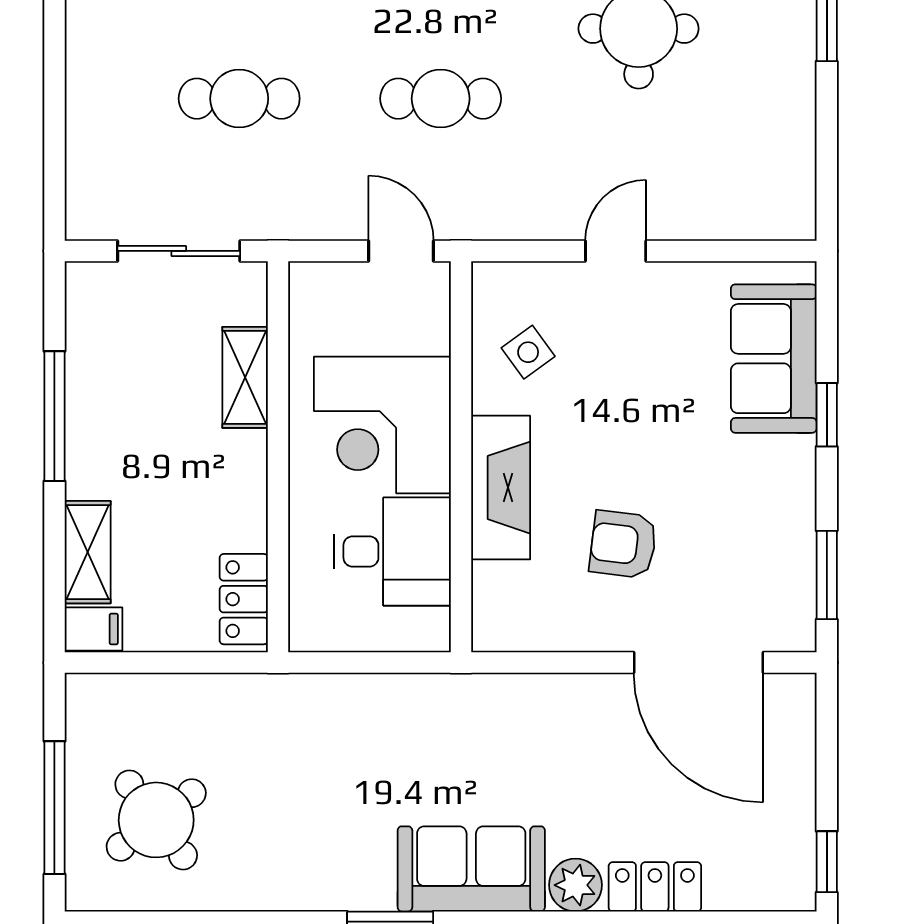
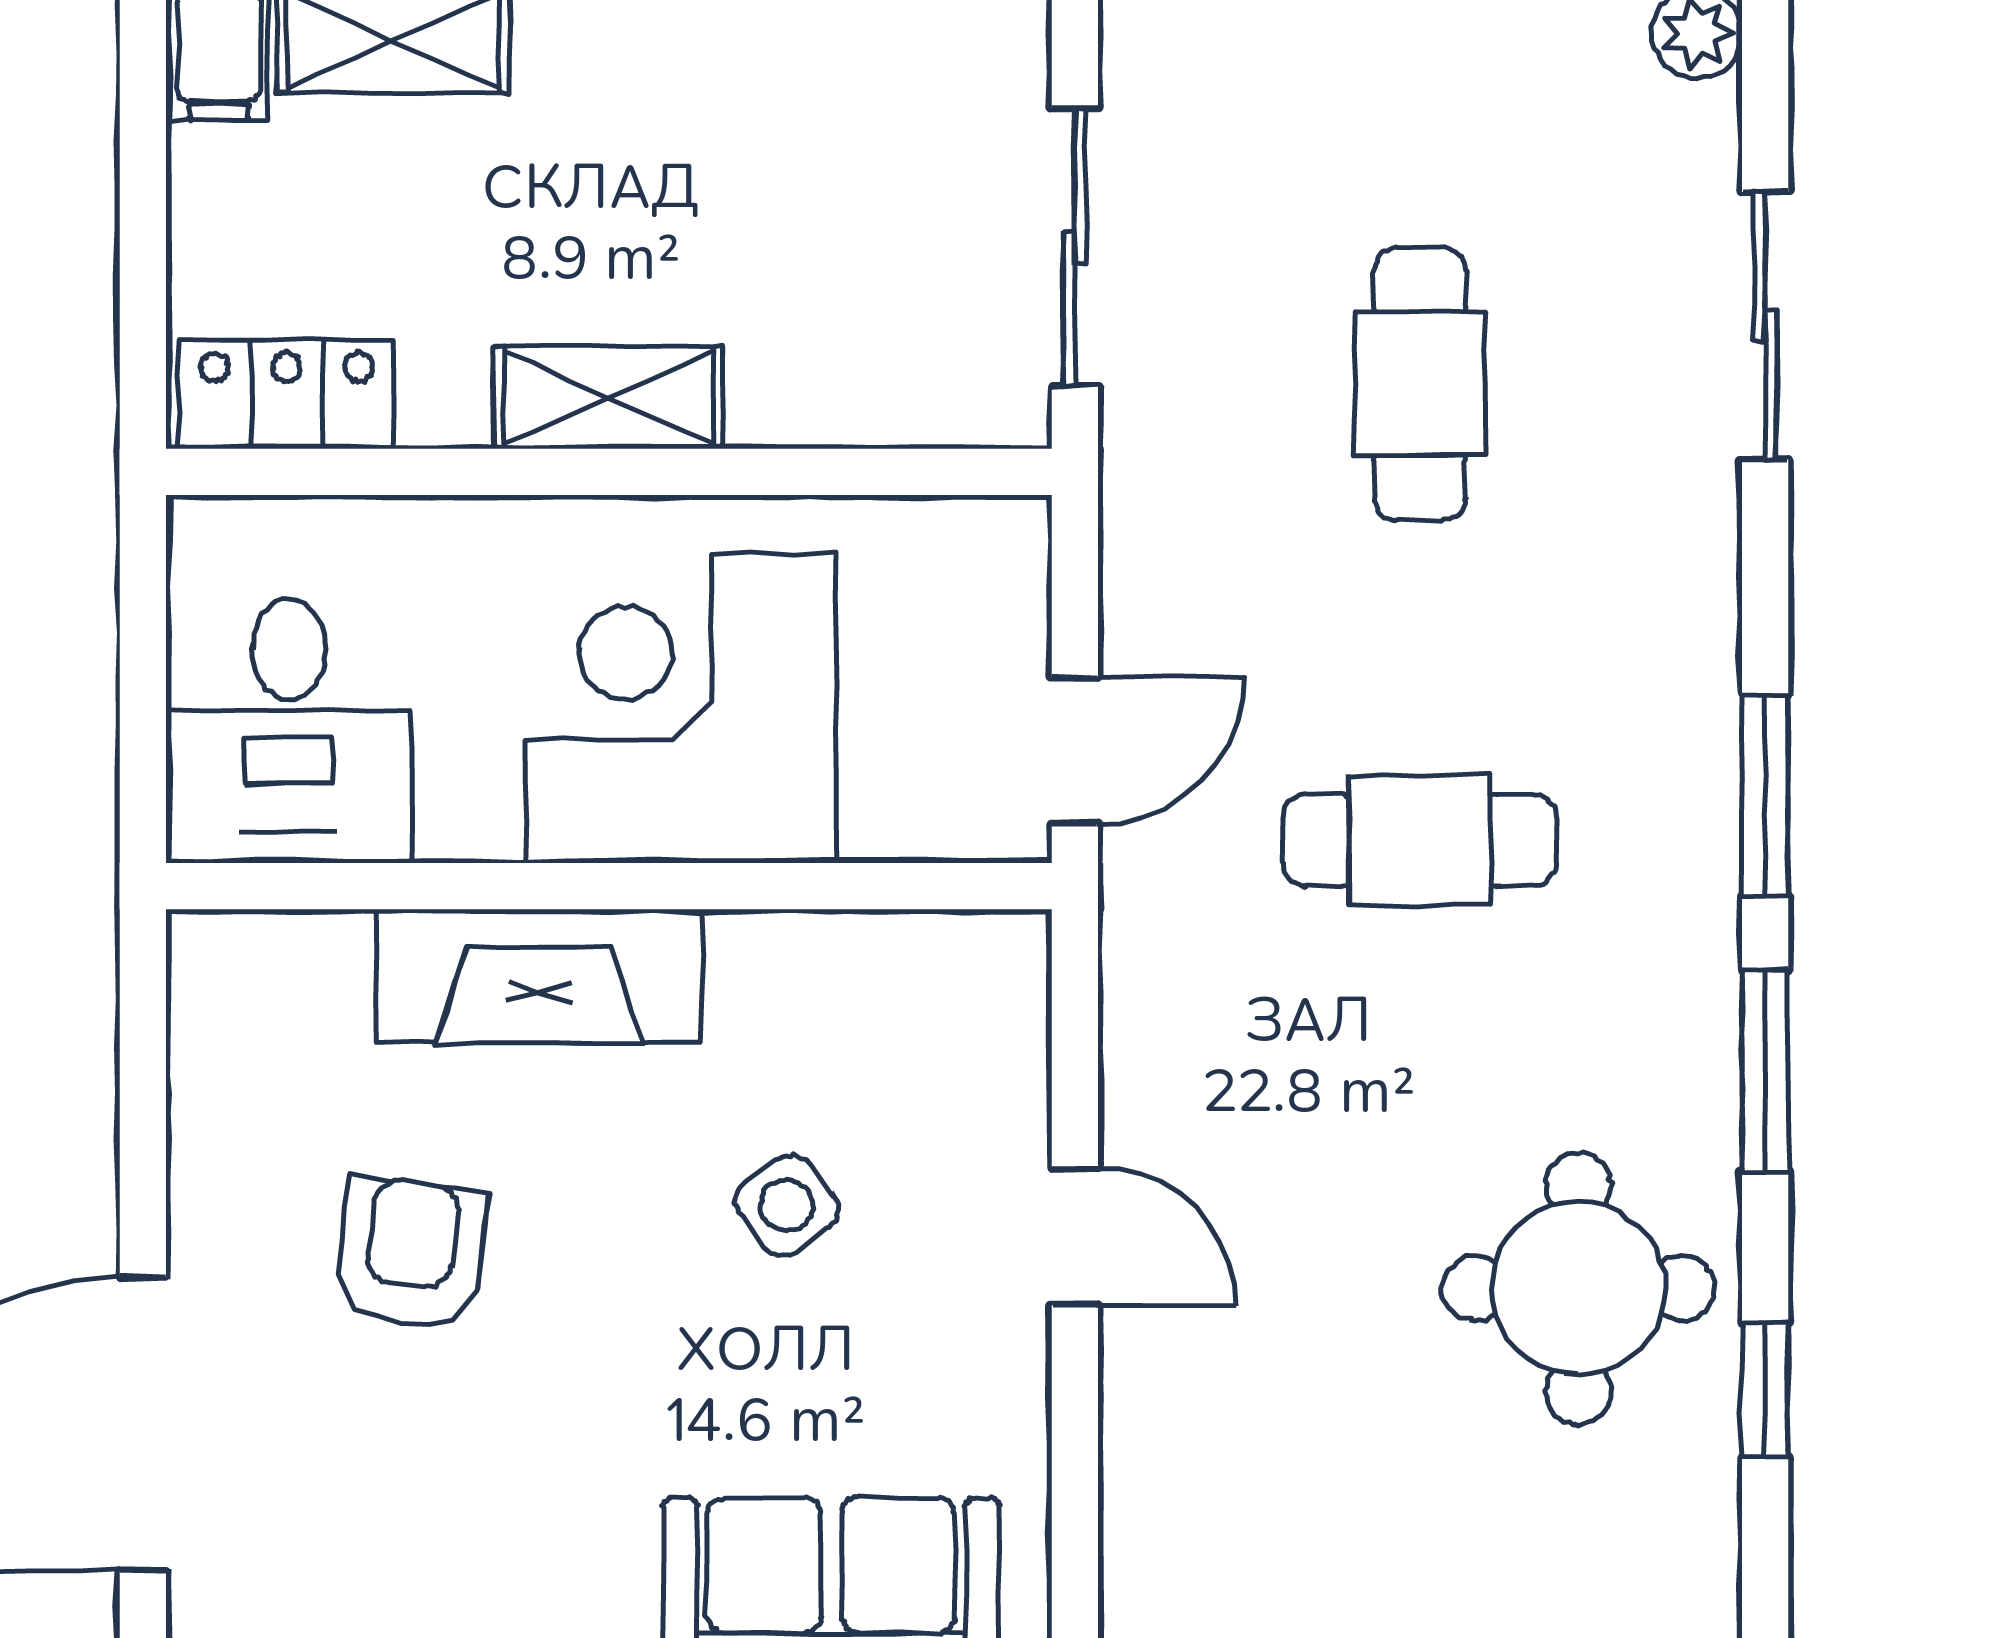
cafe table: (441, 99) -> (1420, 840), turned 90
side table: (528, 352) -> (787, 1205), moved
shelving: (245, 377) -> (608, 397), moved
desk: (392, 551) -> (288, 731), moved

